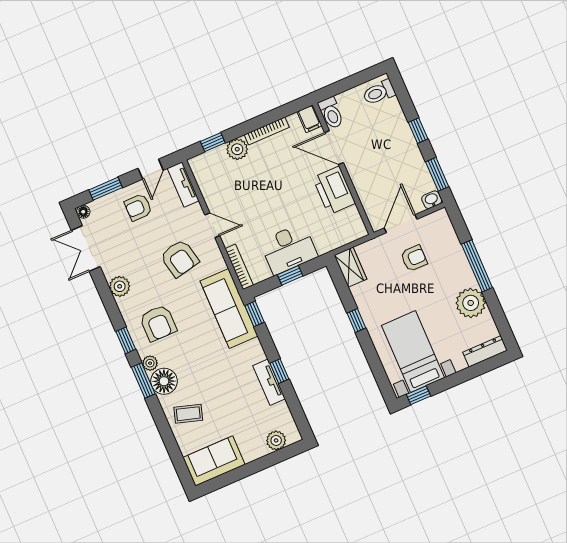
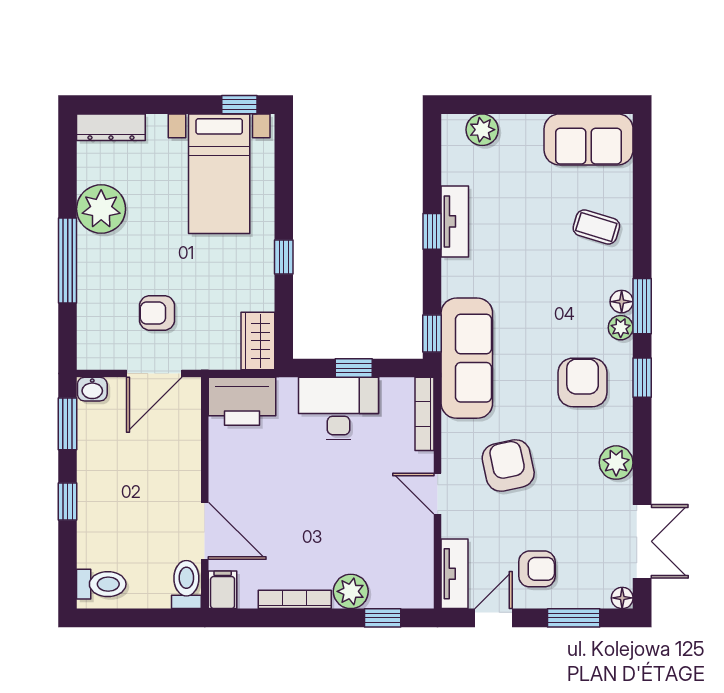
printer: (334, 190) -> (242, 401), moved, turned 90
floor lamp: (164, 381) -> (622, 302), width x0.53, depth x0.53

